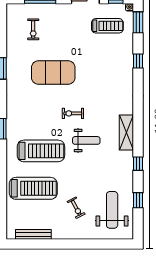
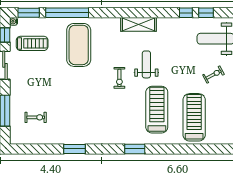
treadmill: (107, 26) -> (32, 43), turned 90
window: (138, 61) -> (67, 13), width x3.17
exercise mat: (53, 73) -> (79, 45), moved
window: (138, 164) -> (186, 13), moved

